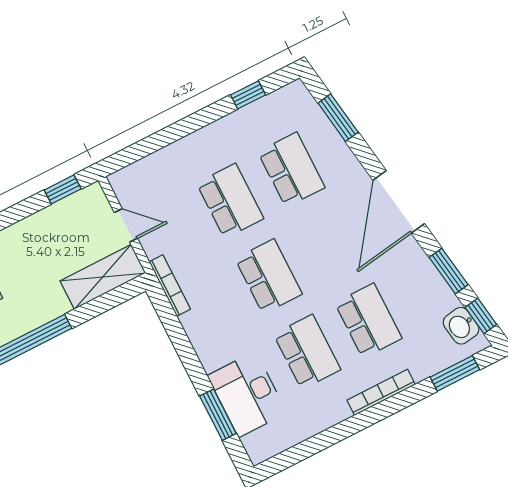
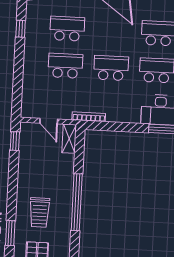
door: (126, 225) -> (49, 121), swing flipped
shelving: (103, 277) -> (69, 139), width x0.67, depth x0.75

